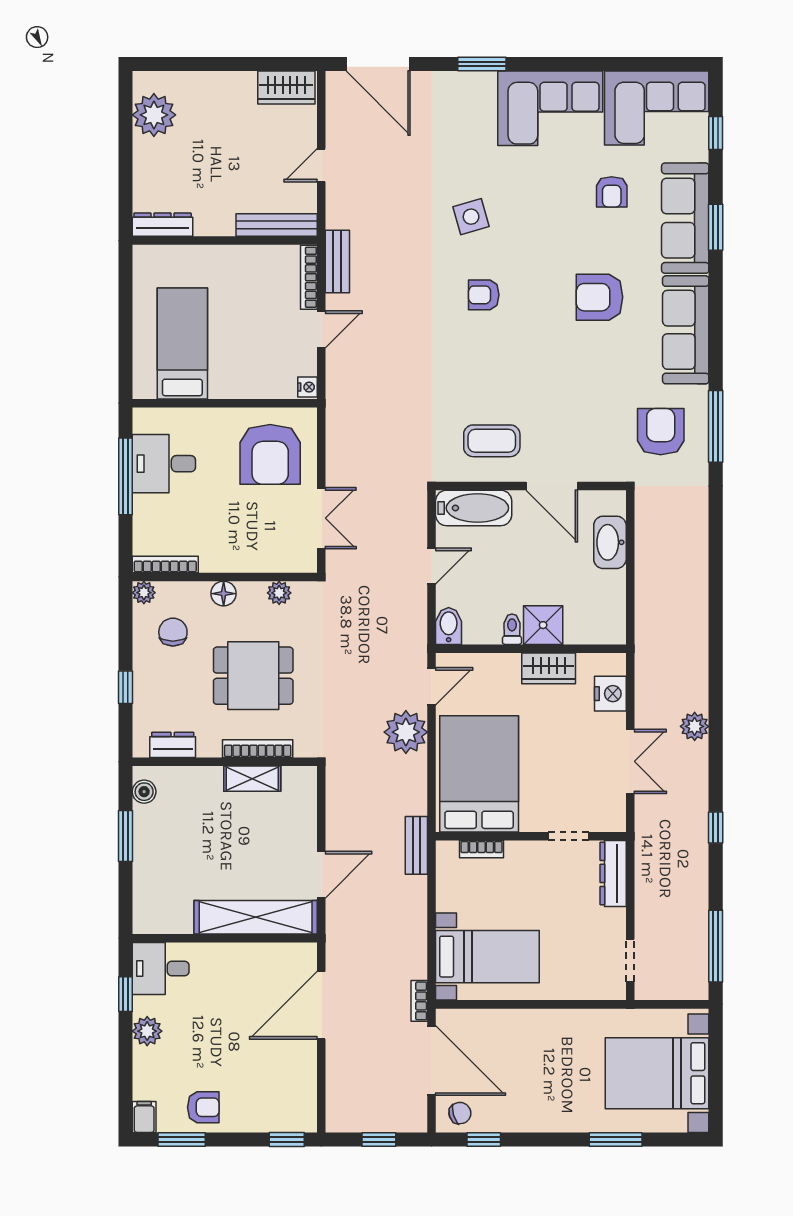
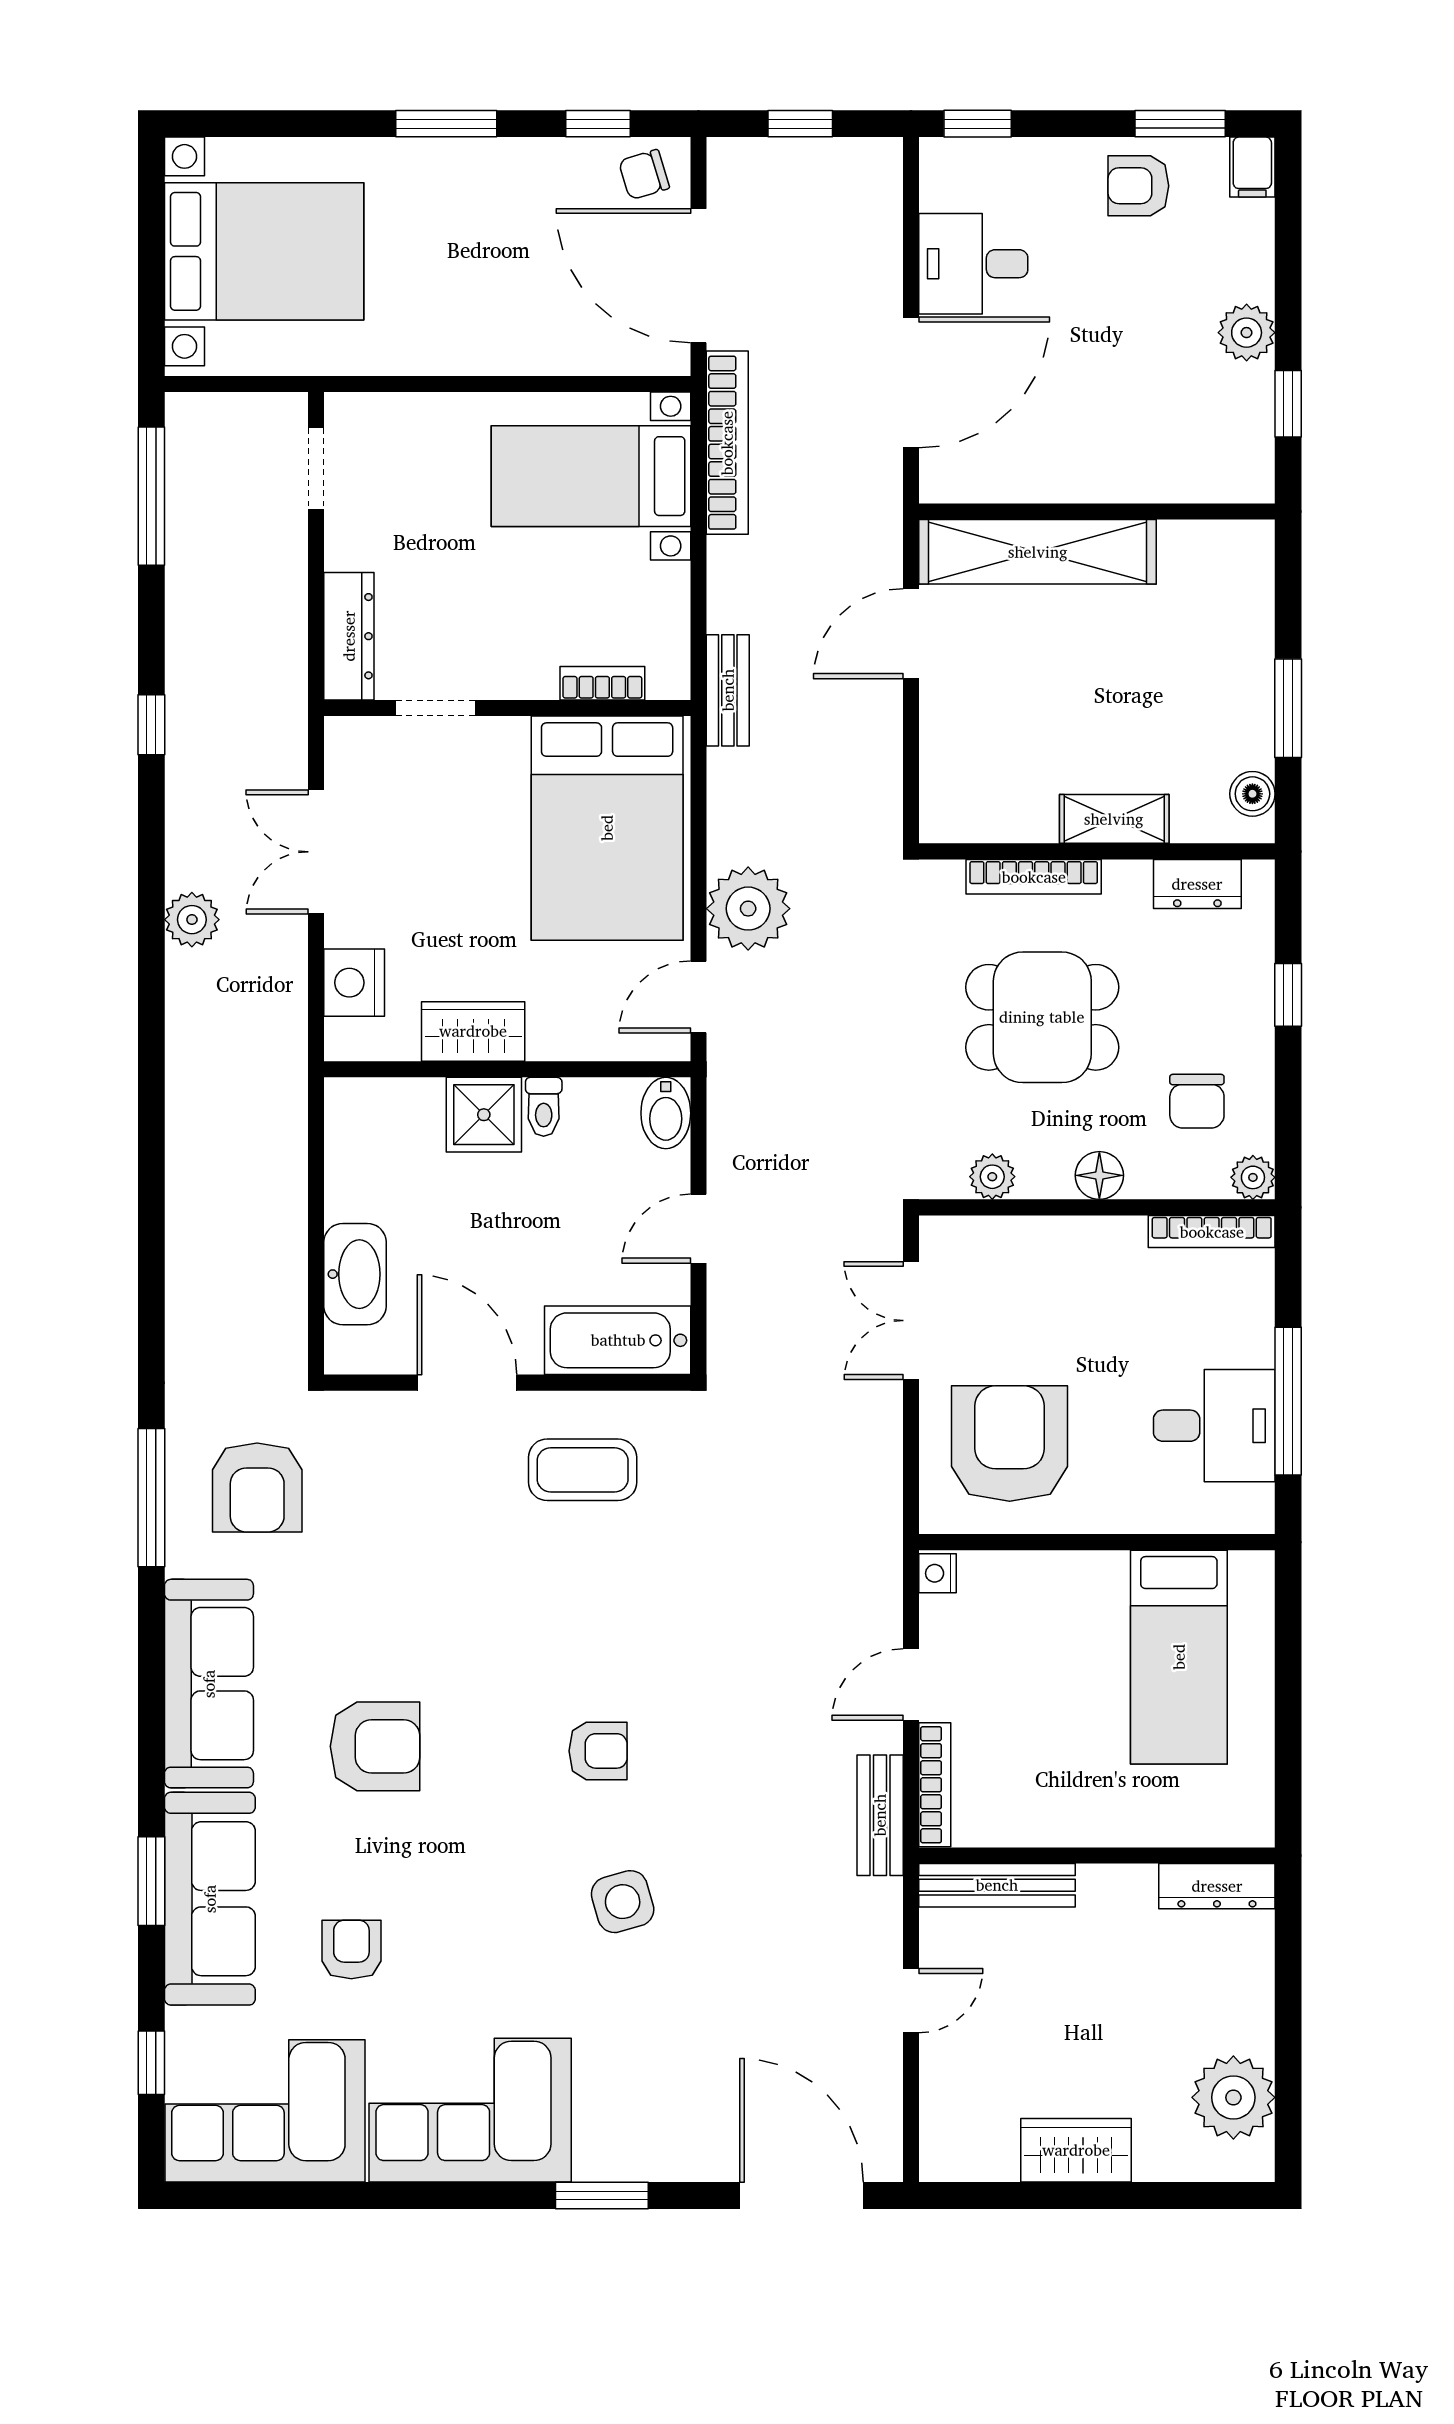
wardrobe: (286, 88) -> (1076, 2150), moved
shelving: (252, 779) -> (1114, 819), moved
desk: (161, 968) -> (973, 264), moved, turned 180
bookcase: (419, 1001) -> (727, 443), width x2.31, depth x1.31
window: (616, 1139) -> (446, 124), moved

